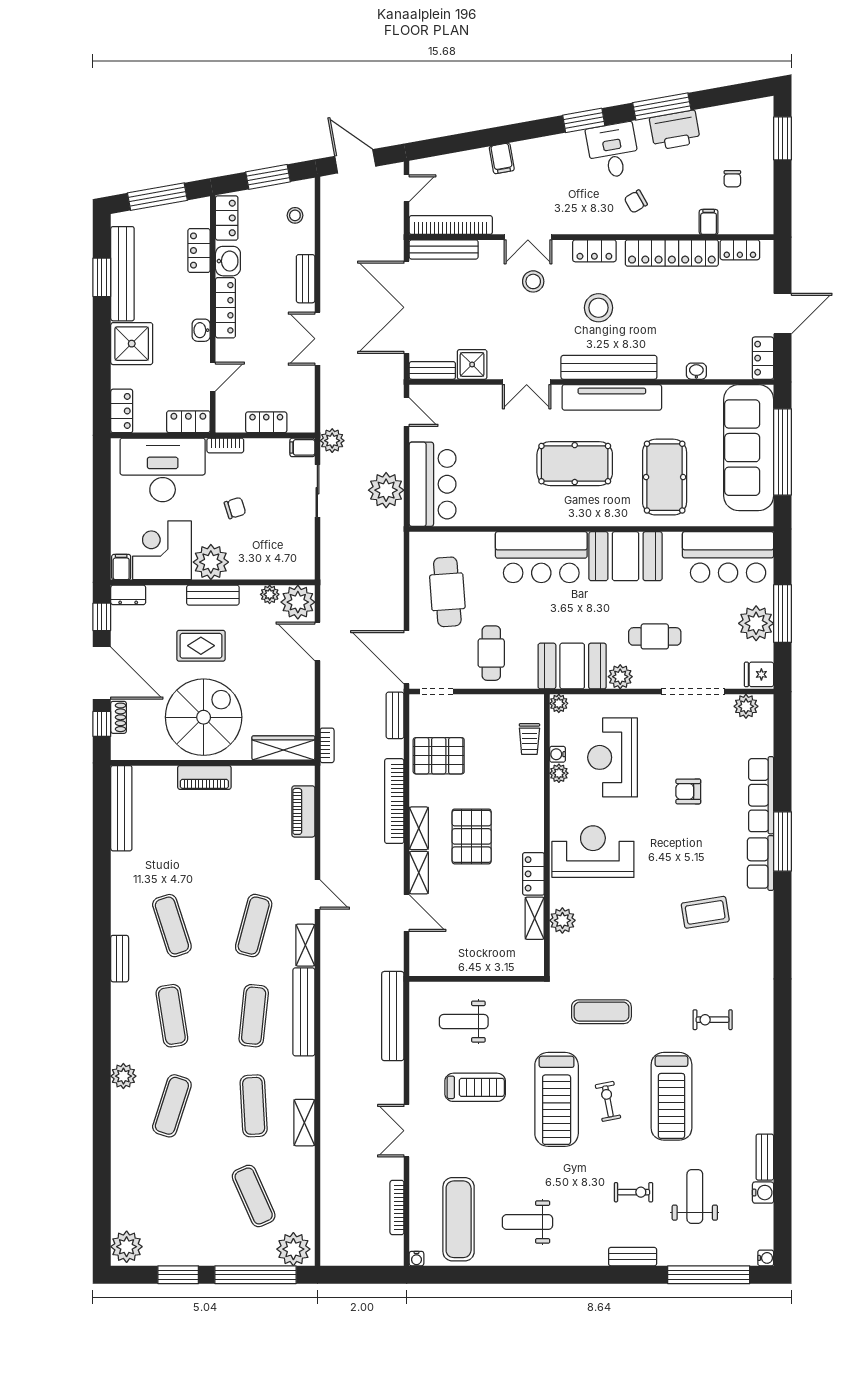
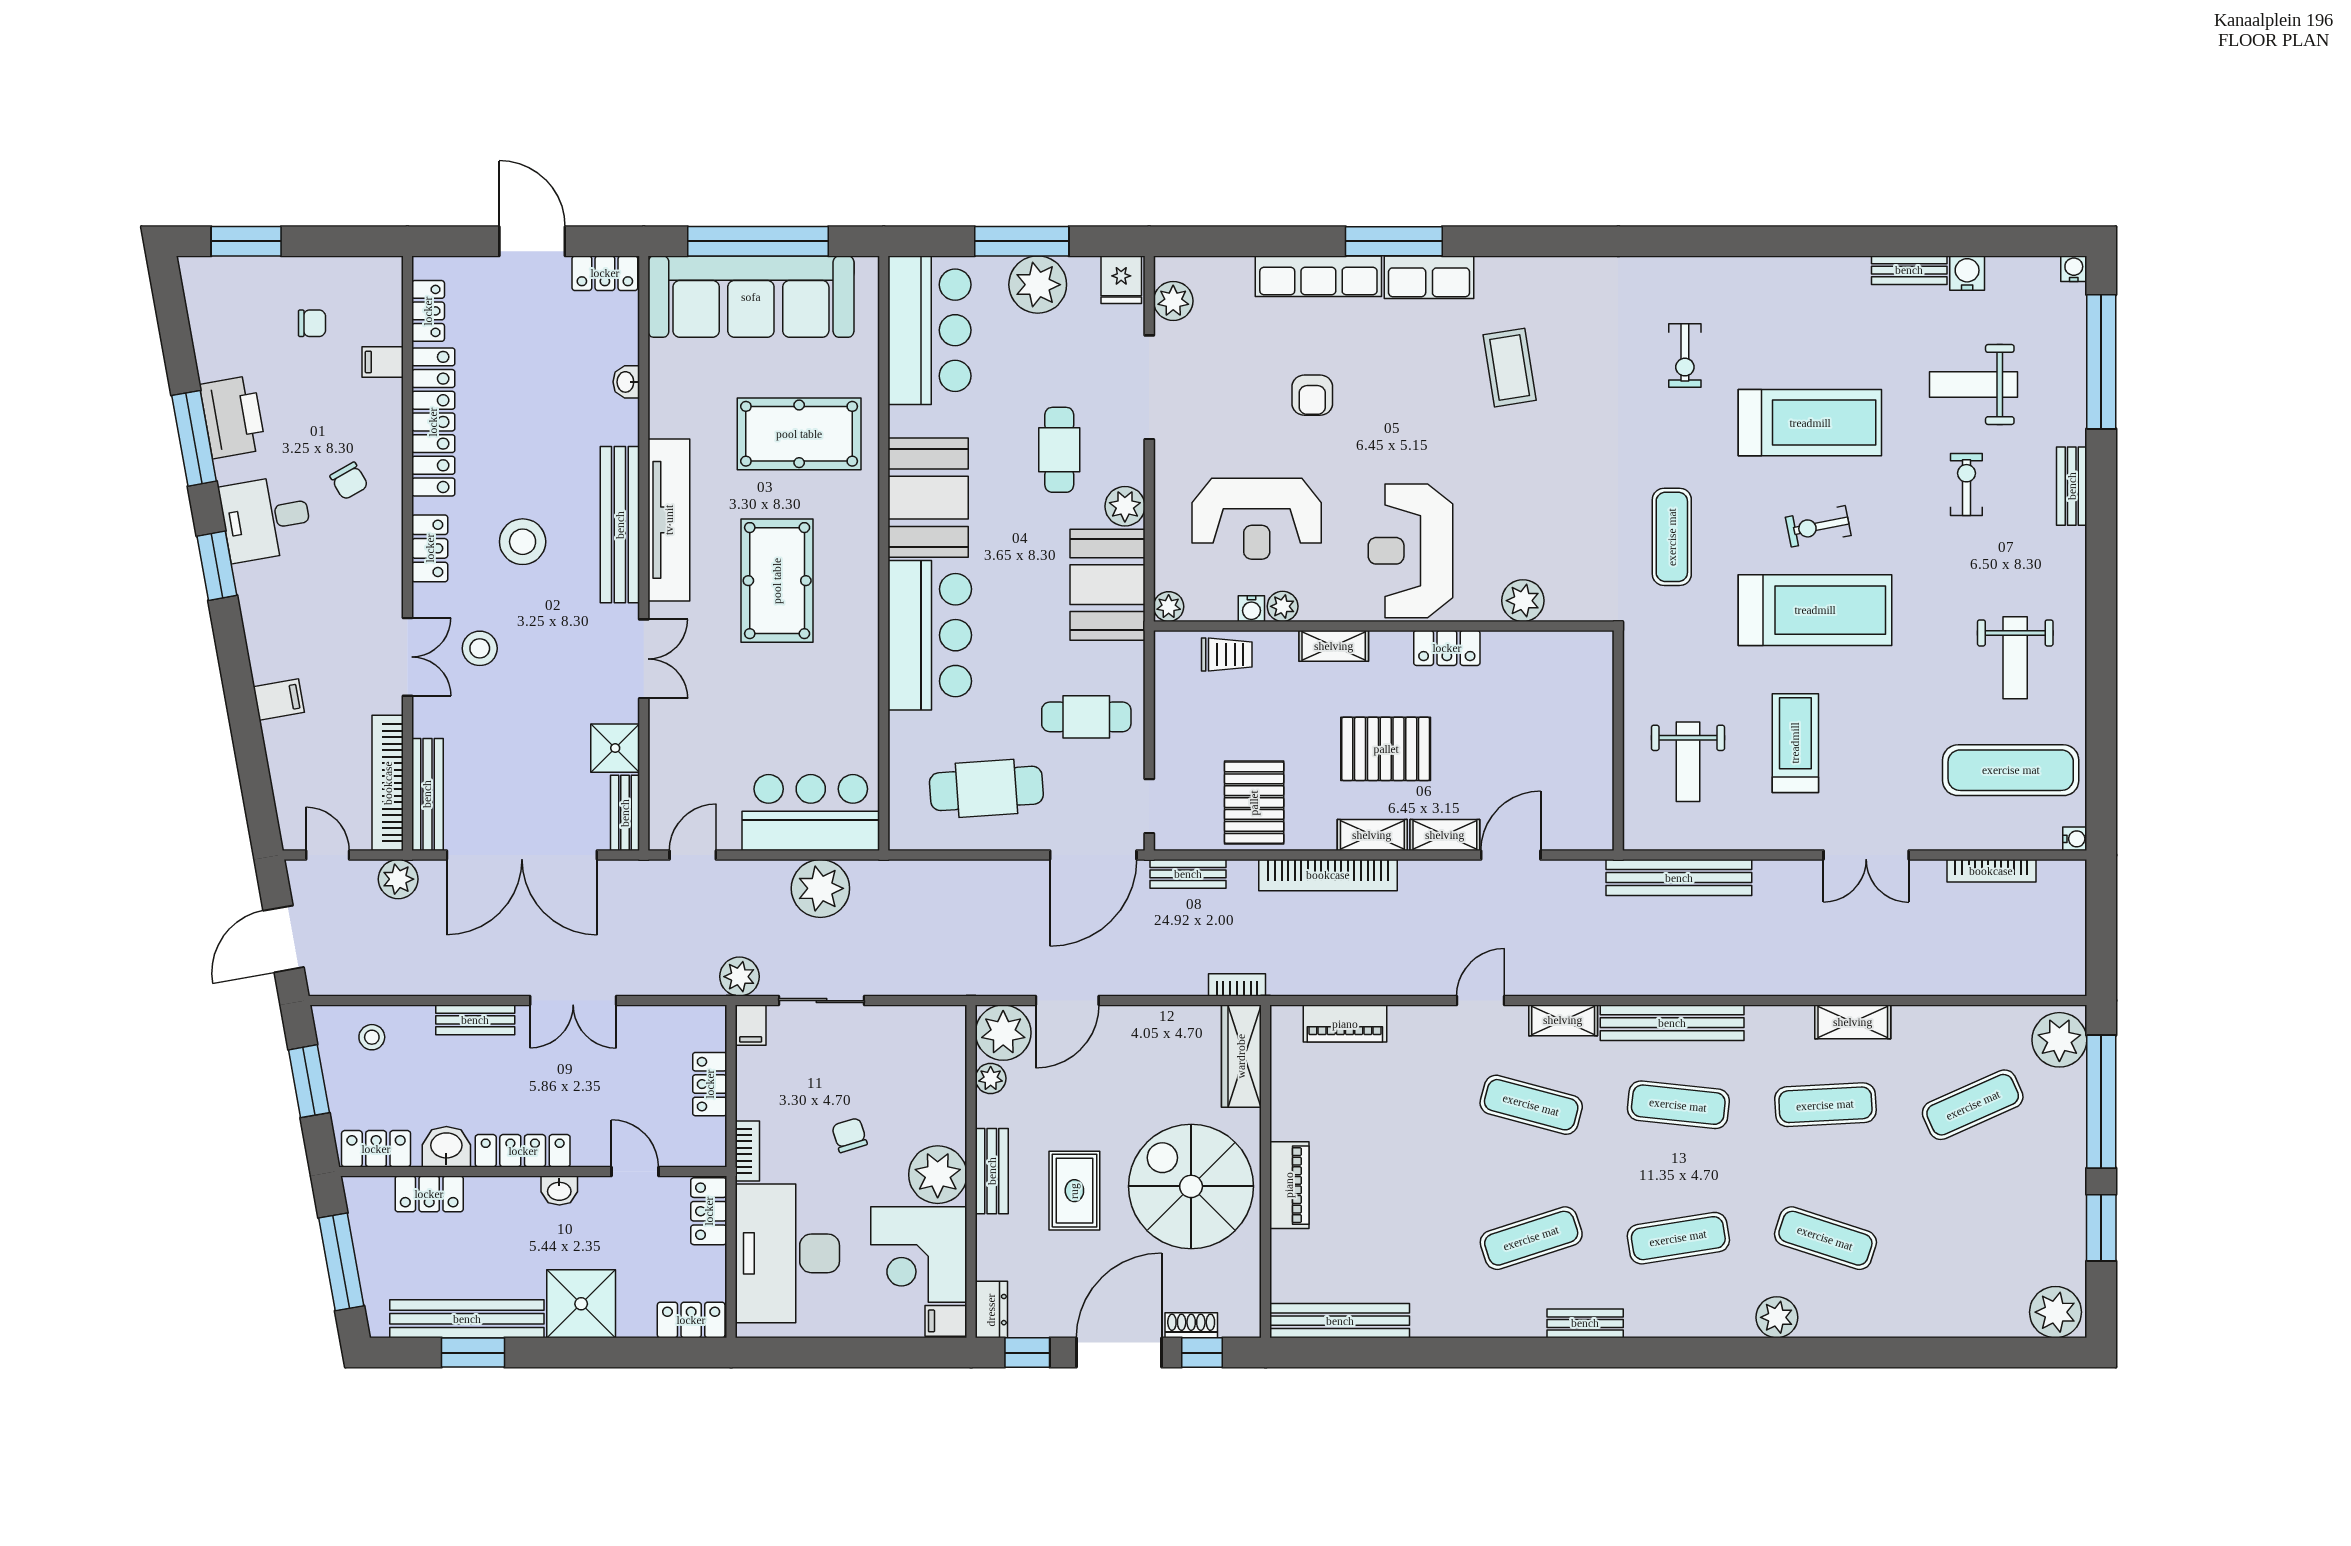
plant: (392, 231) -> (398, 879), added
shelving: (535, 918) -> (1334, 646), moved

